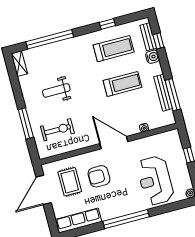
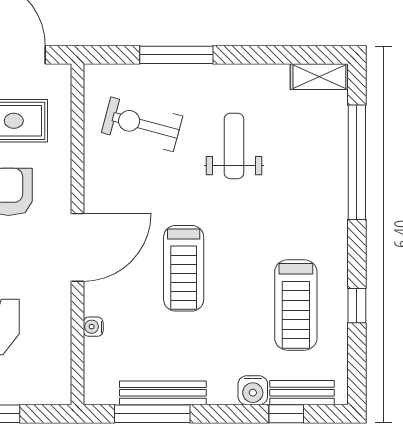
treadmill: (123, 84) -> (184, 268), moved
exercise bike: (57, 130) -> (142, 124), turned 105

